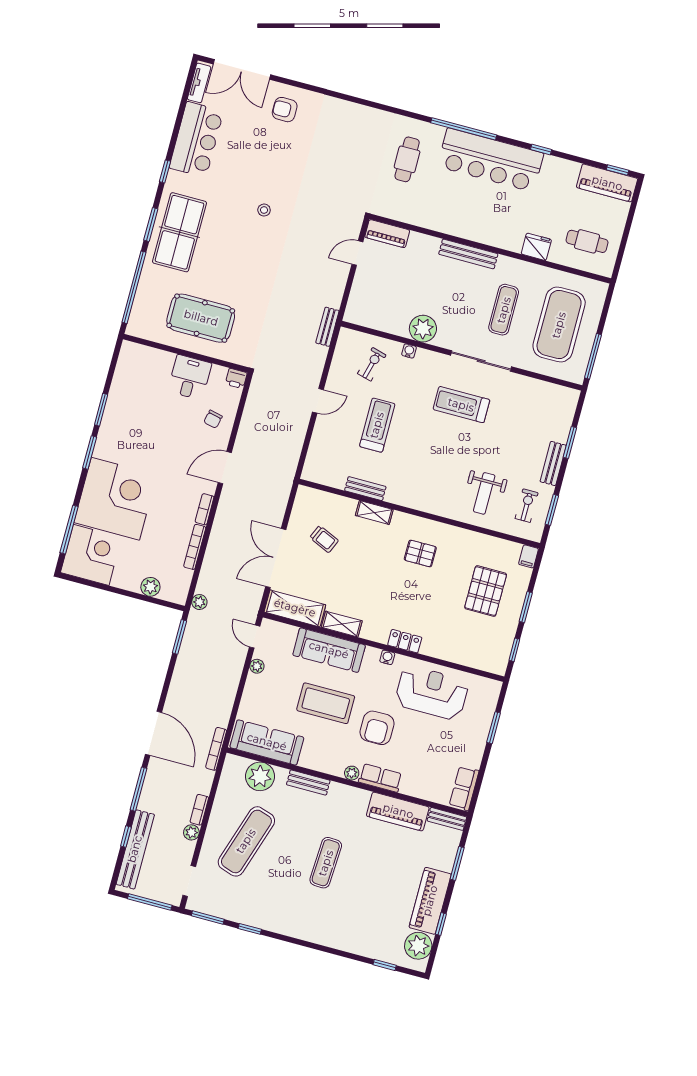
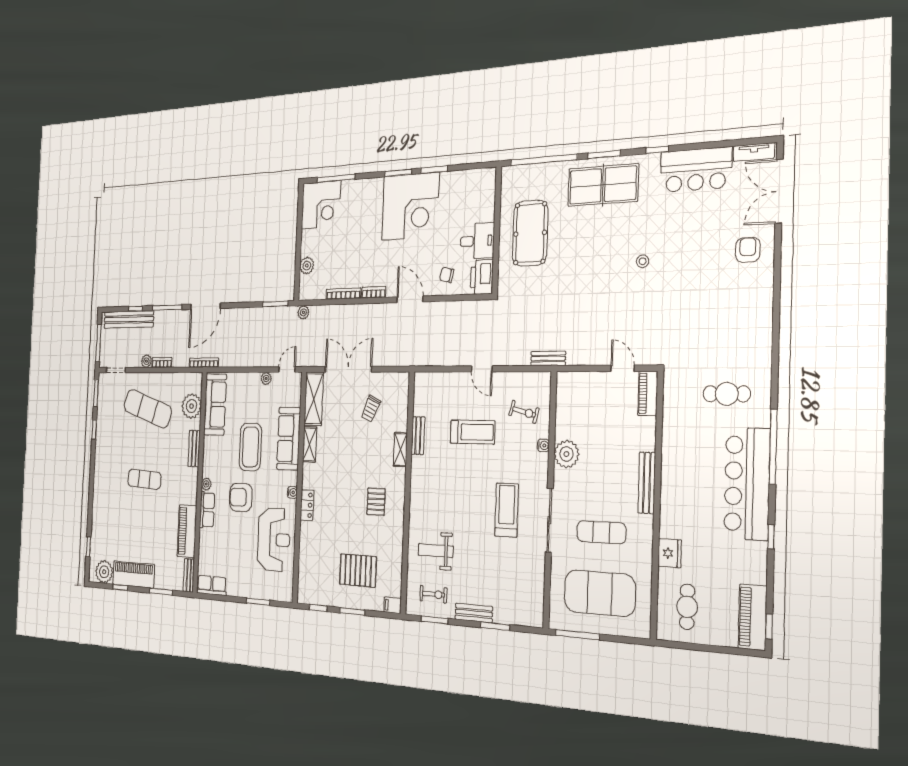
printer: (236, 378) -> (482, 277), width x1.87, depth x1.48
corner desk: (115, 499) -> (410, 206), moved

